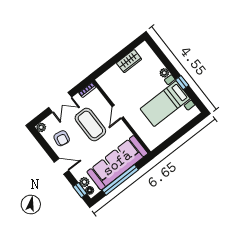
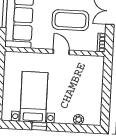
wardrobe: (129, 61) -> (95, 98), removed
plant: (164, 73) -> (79, 119), moved

